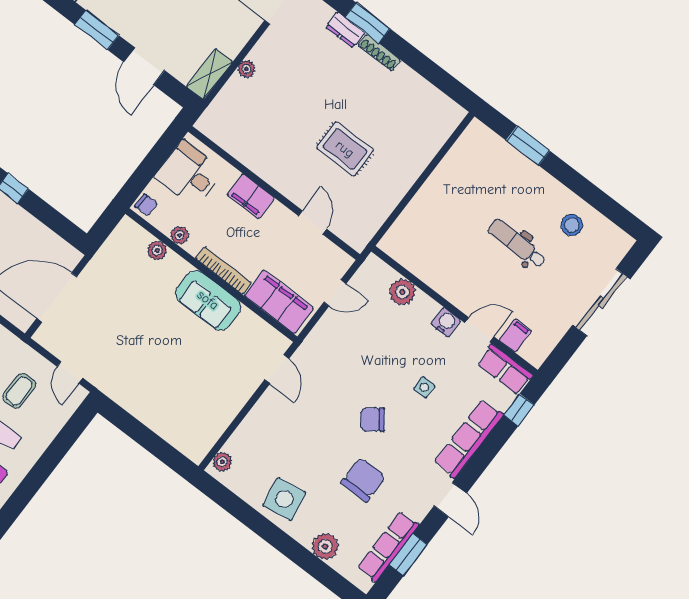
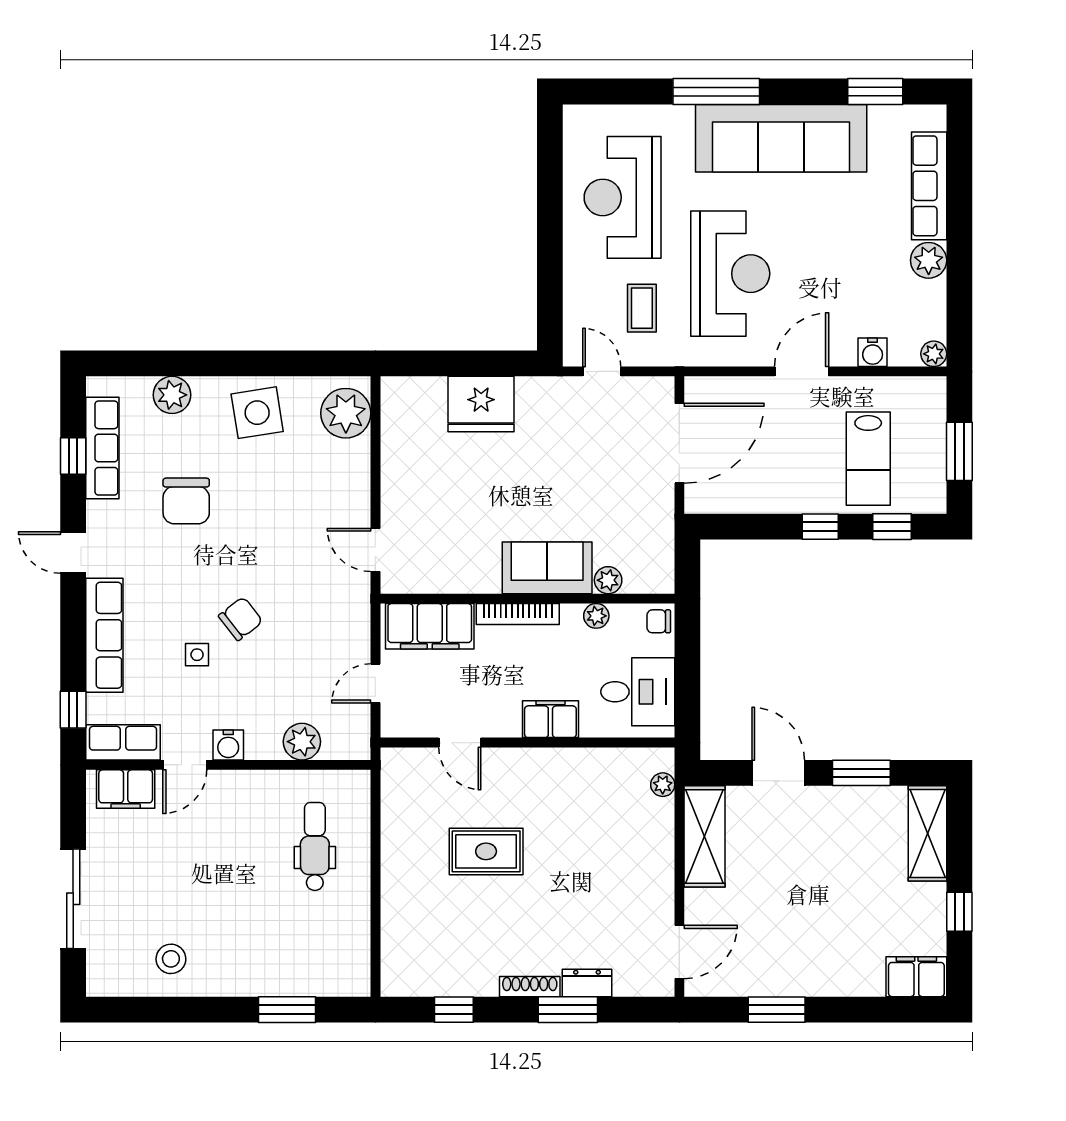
plant: (247, 69) -> (663, 785), moved
window: (433, 73) -> (454, 1010), added
shelving: (210, 74) -> (704, 836), width x1.50, depth x1.33
dental chair: (517, 244) -> (315, 846), moved, turned -90
sofa: (208, 300) -> (547, 568), moved
filing cabinet: (515, 335) -> (126, 789), width x2.00
fridge: (153, 406) -> (481, 404), added
chair: (373, 420) -> (241, 619), moved
plant: (222, 462) -> (346, 413), width x1.88, depth x1.88
window: (408, 555) -> (73, 456), width x0.67

